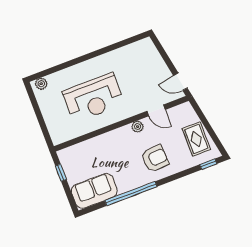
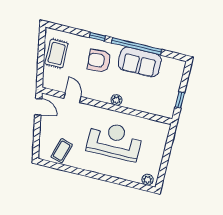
coffee table: (134, 57) -> (62, 151), added
plant: (137, 127) -> (116, 100), moved
window: (208, 164) -> (97, 37), moved
sofa: (94, 191) -> (140, 62), moved

